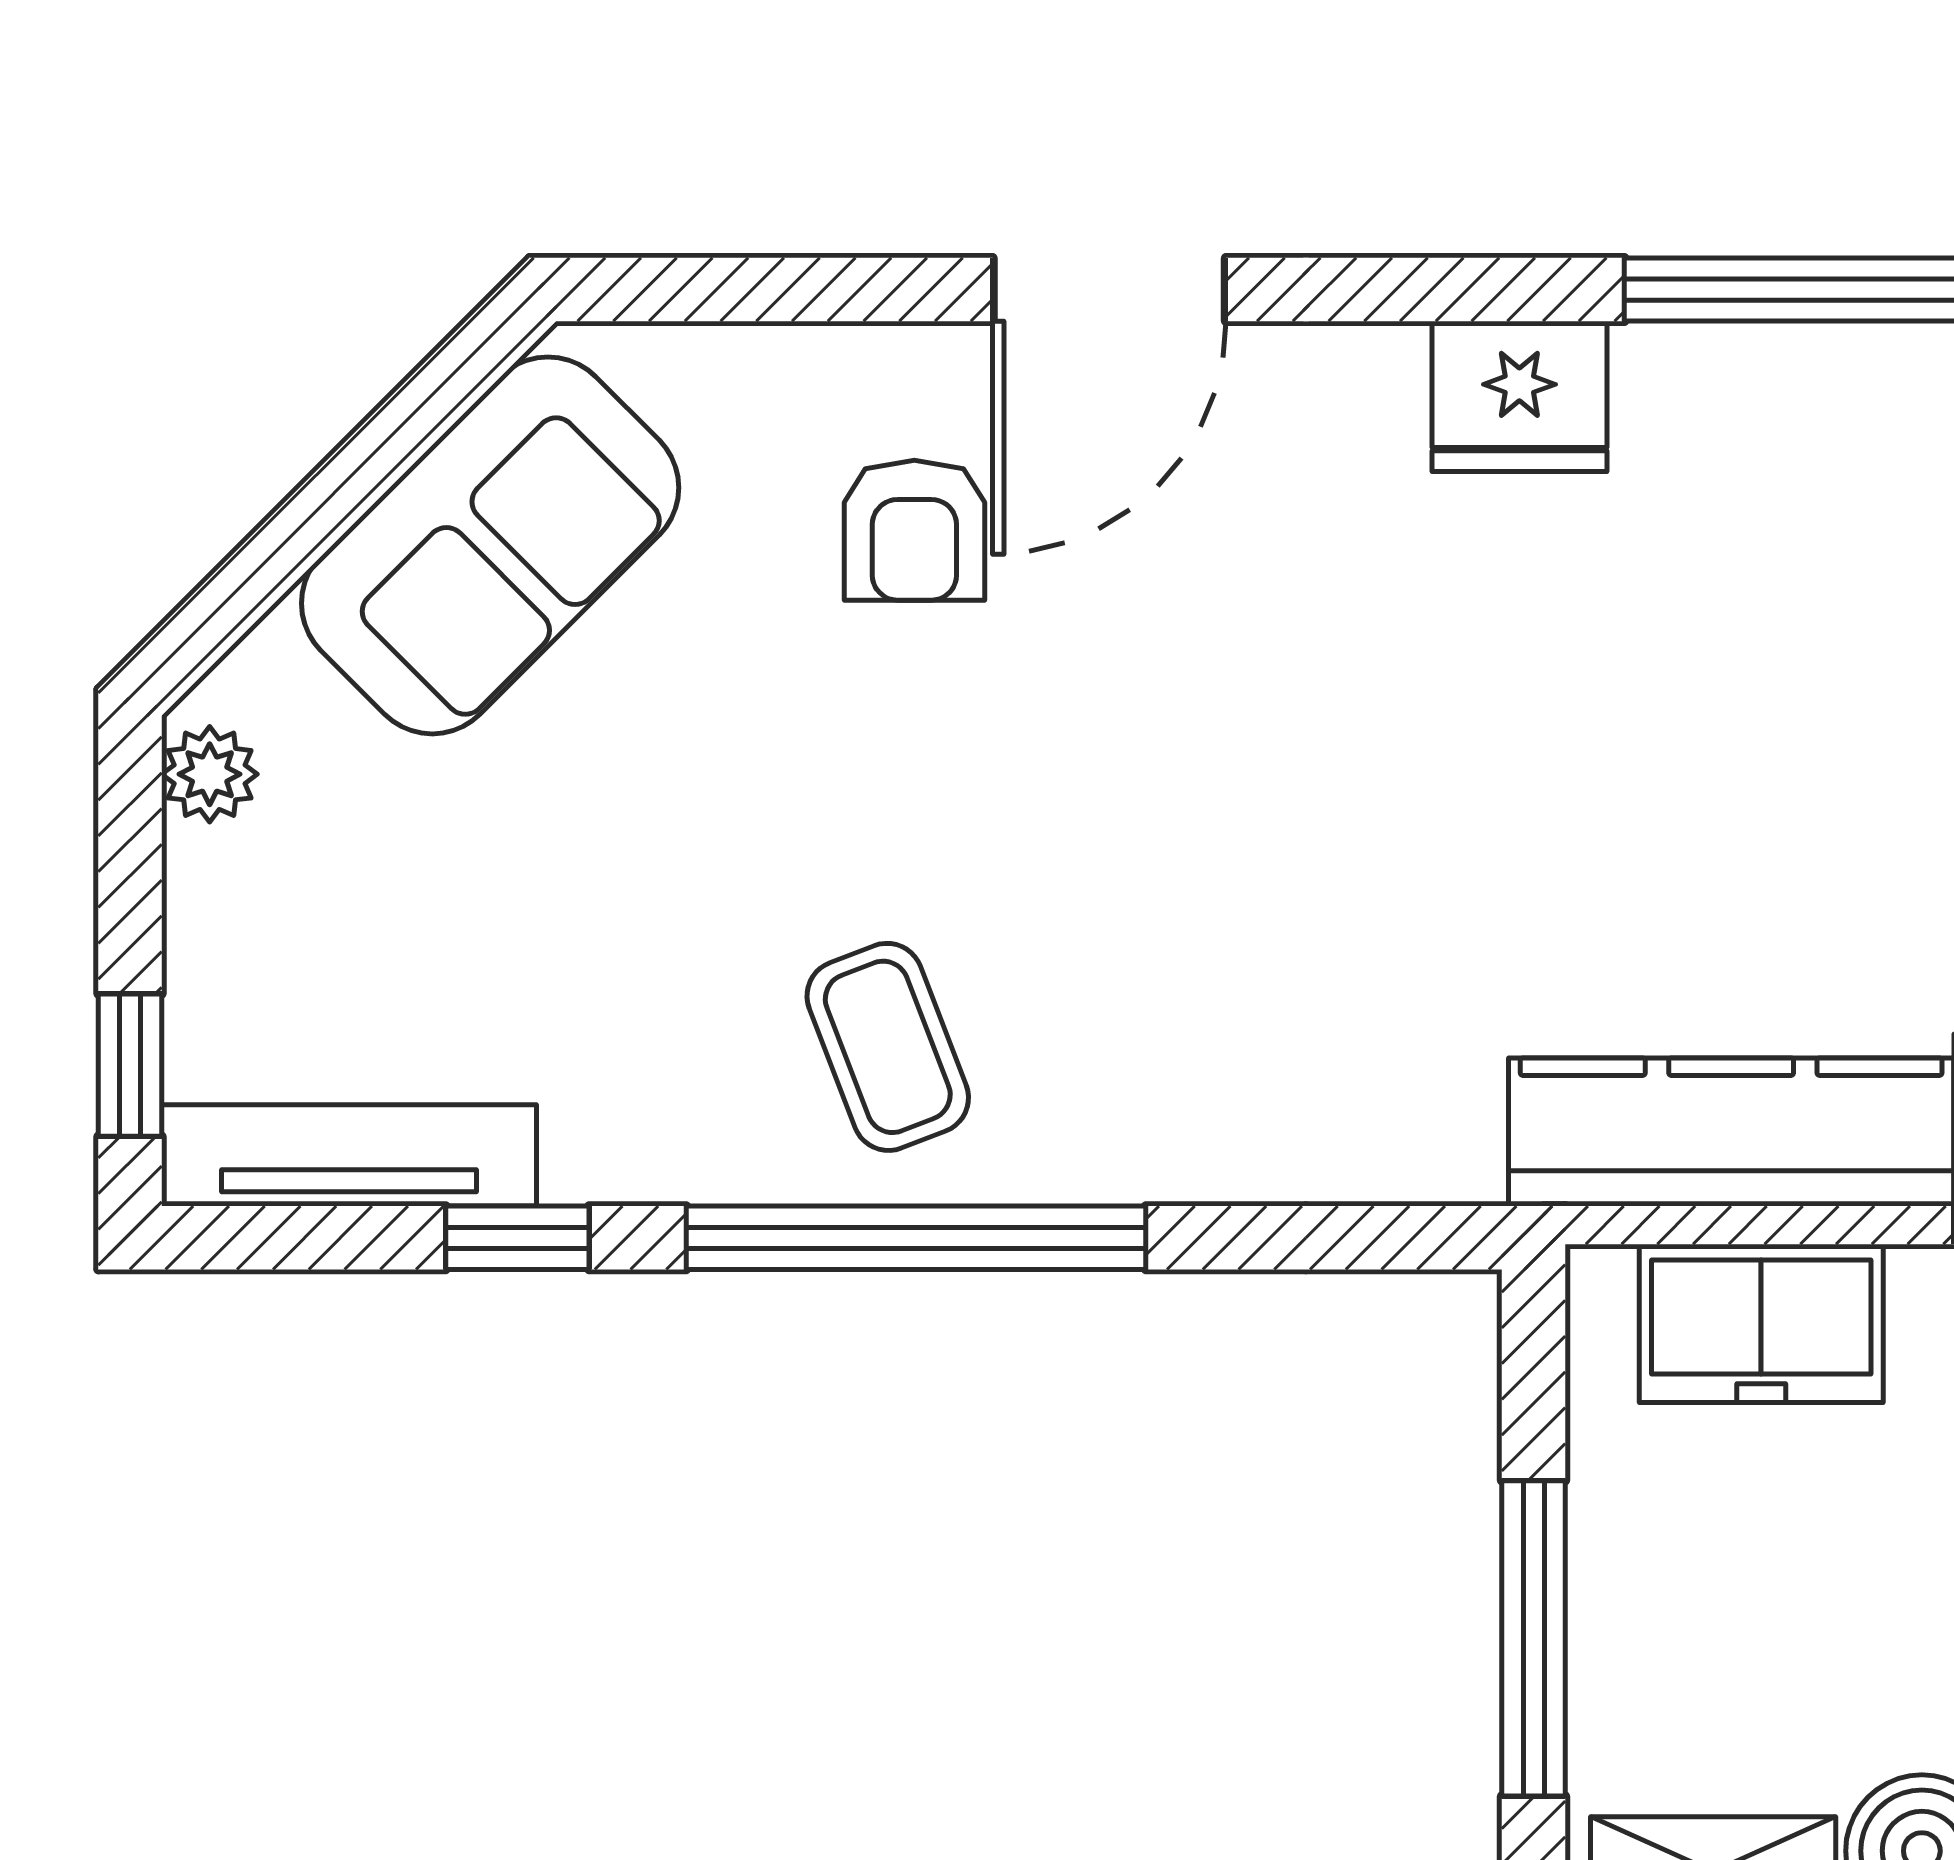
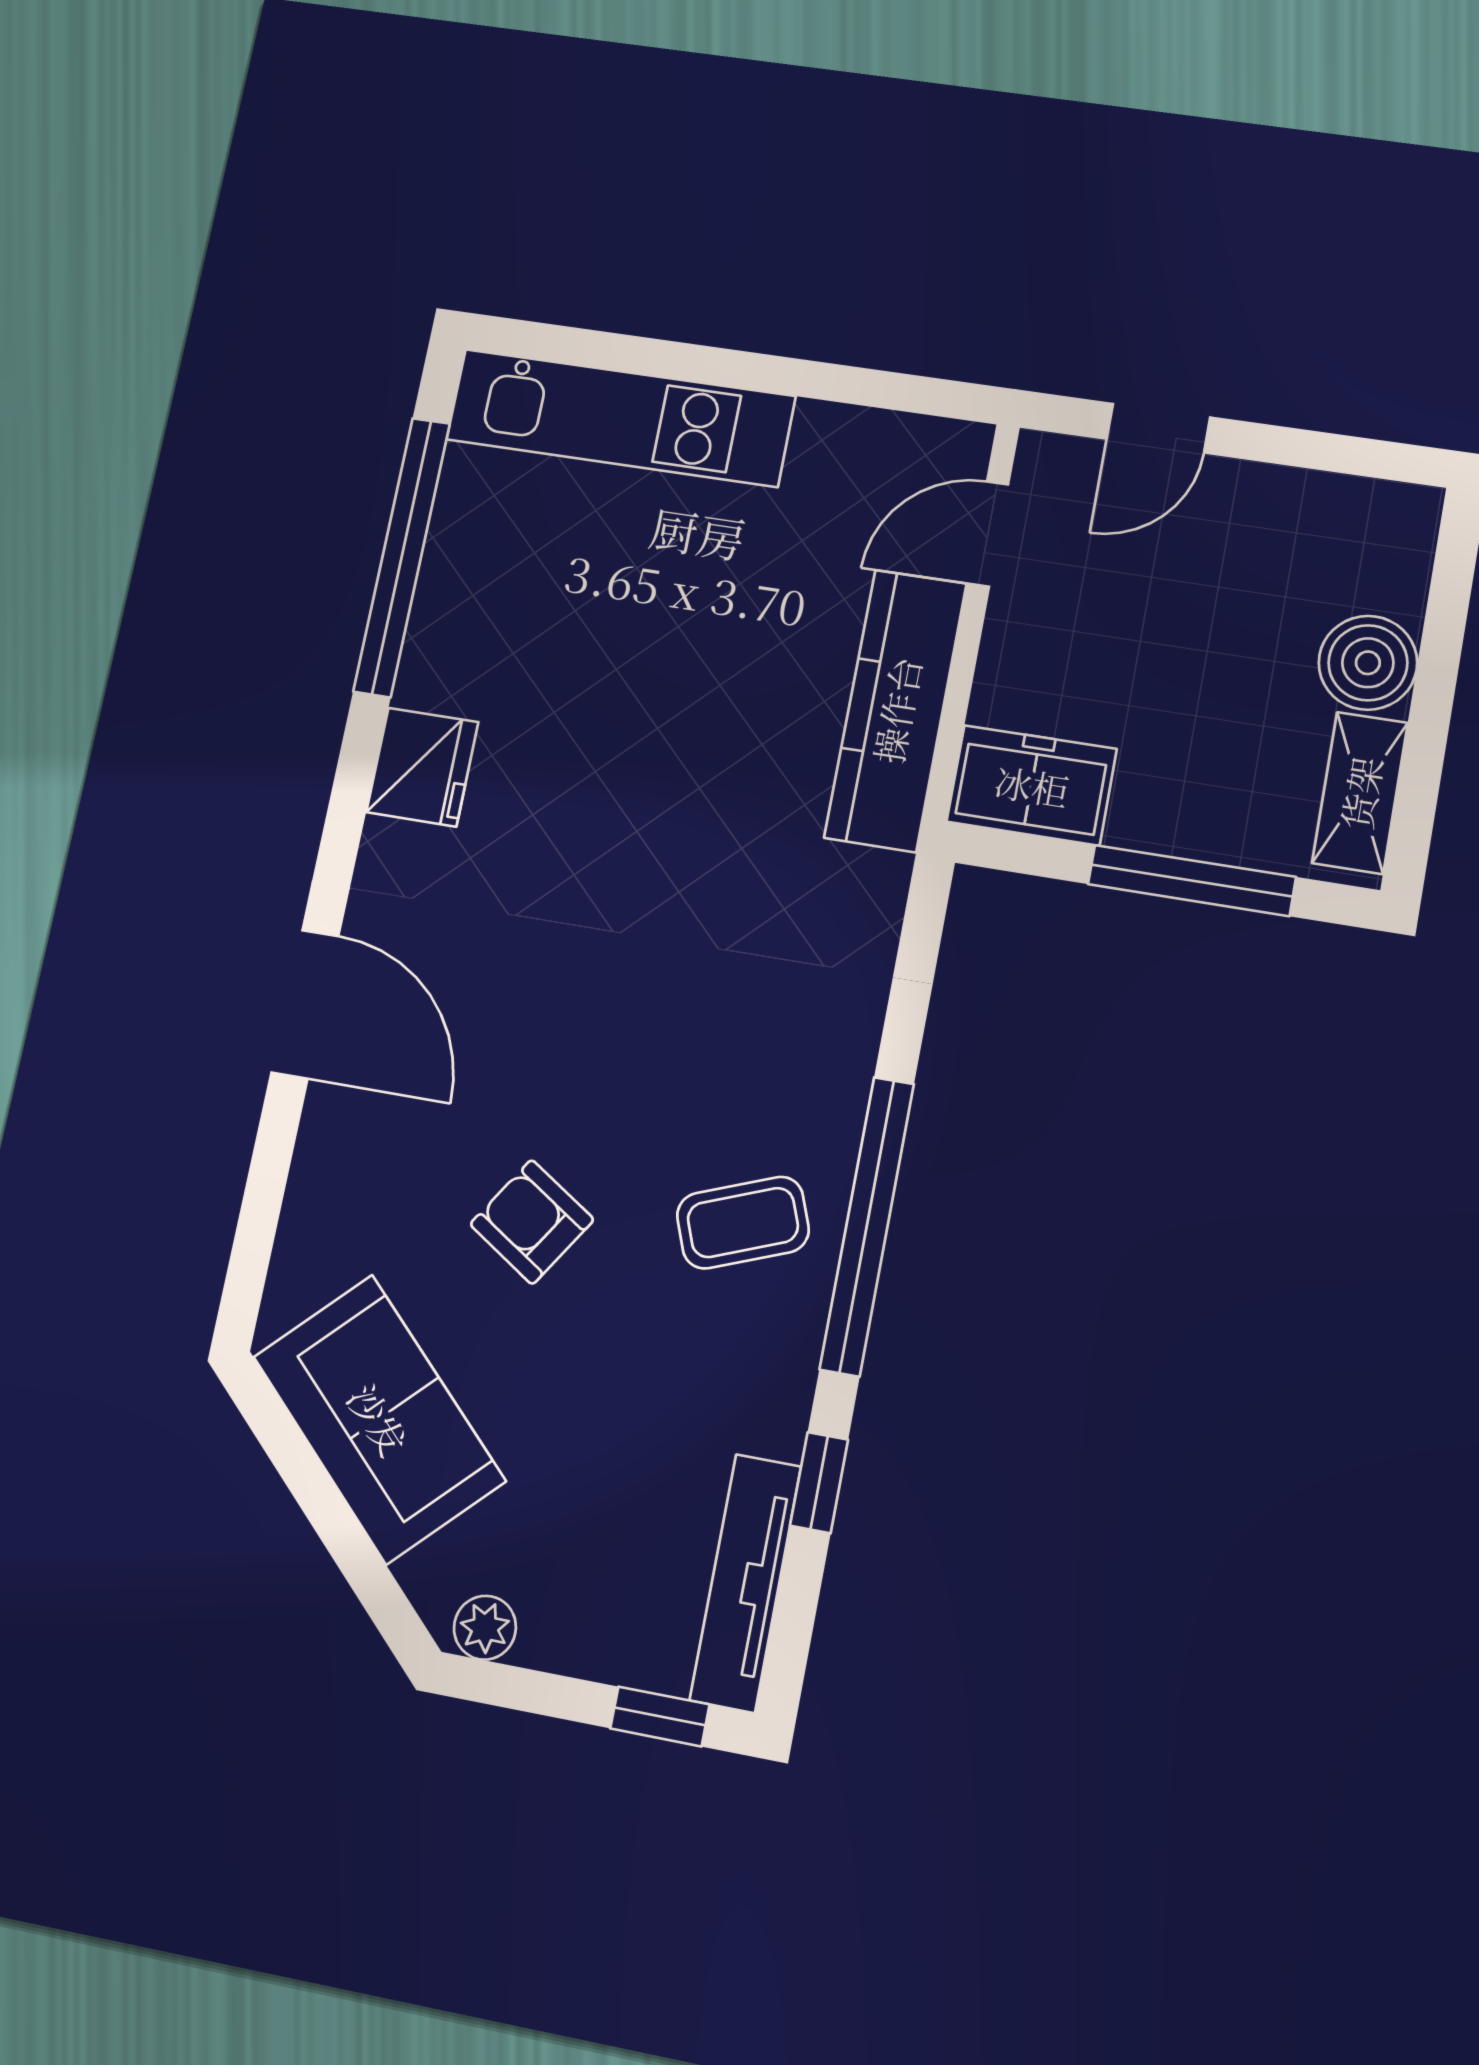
armchair: (914, 530) -> (532, 1222), moved, turned -147
freezer: (1761, 1323) -> (1032, 785), moved, turned -90

